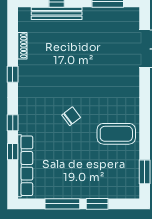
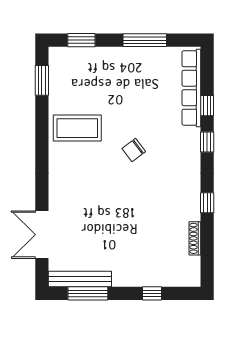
bench: (57, 13) -> (80, 279), moved
window: (97, 204) -> (81, 40), moved

